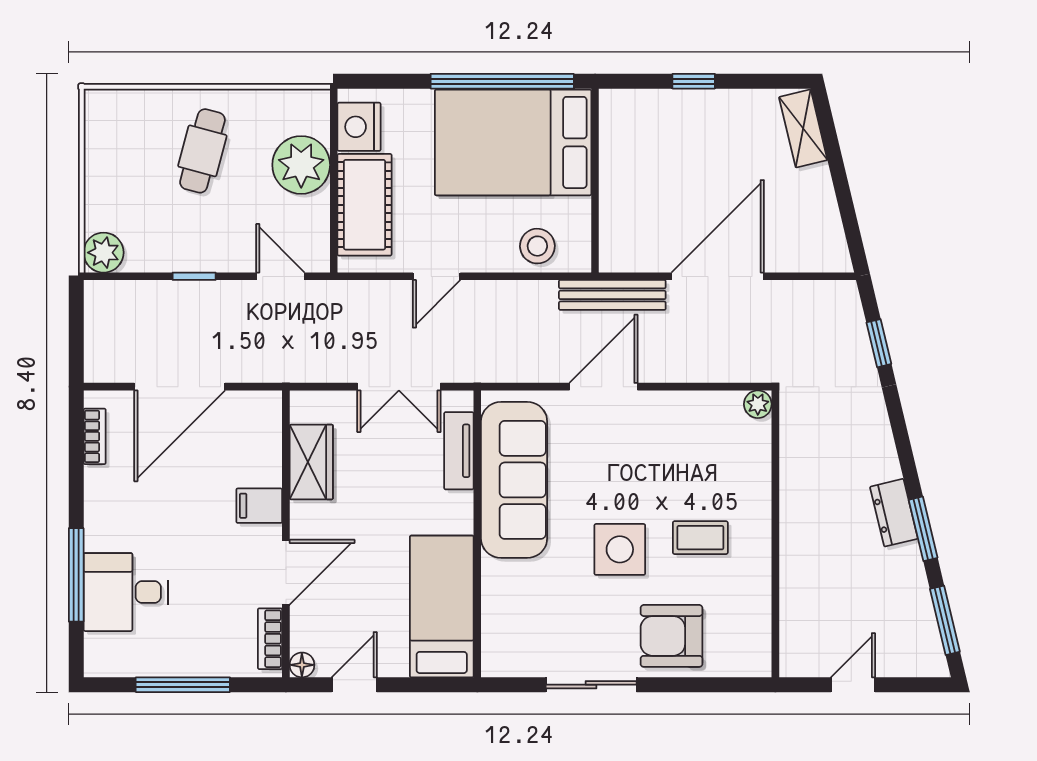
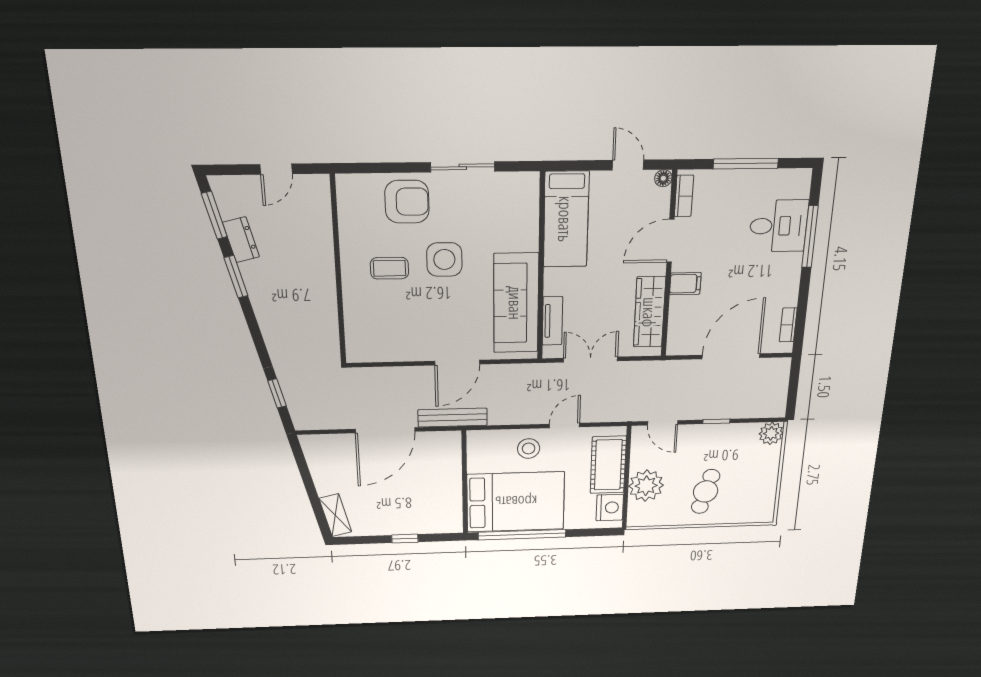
stool: (537, 246) -> (529, 448), moved
plant: (758, 404) -> (355, 354), removed
wardrobe: (311, 462) -> (650, 312), width x1.50
dresser: (894, 513) -> (241, 240), moved
door: (354, 685) -> (628, 165), swing flipped

